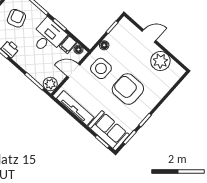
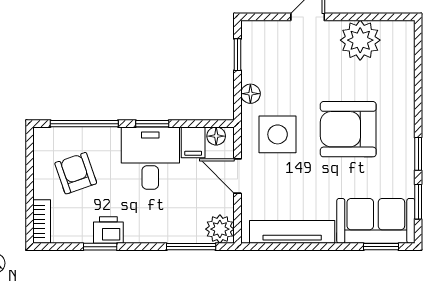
door: (73, 71) -> (237, 176), hinge flipped

